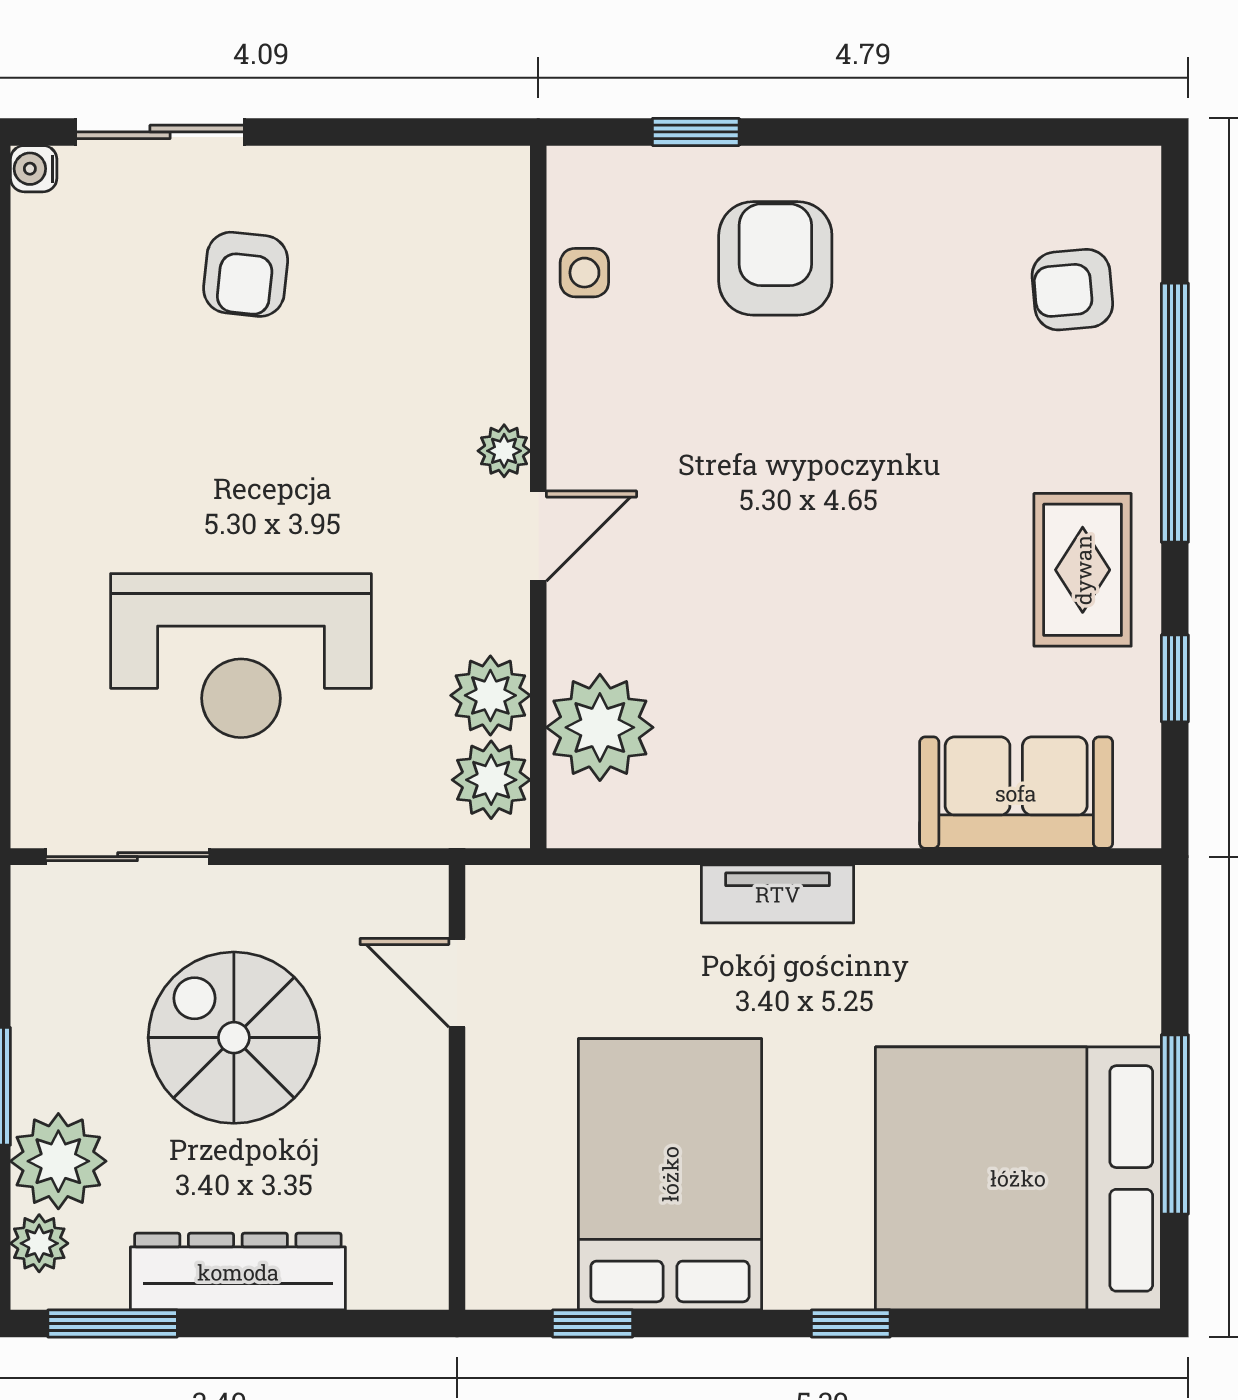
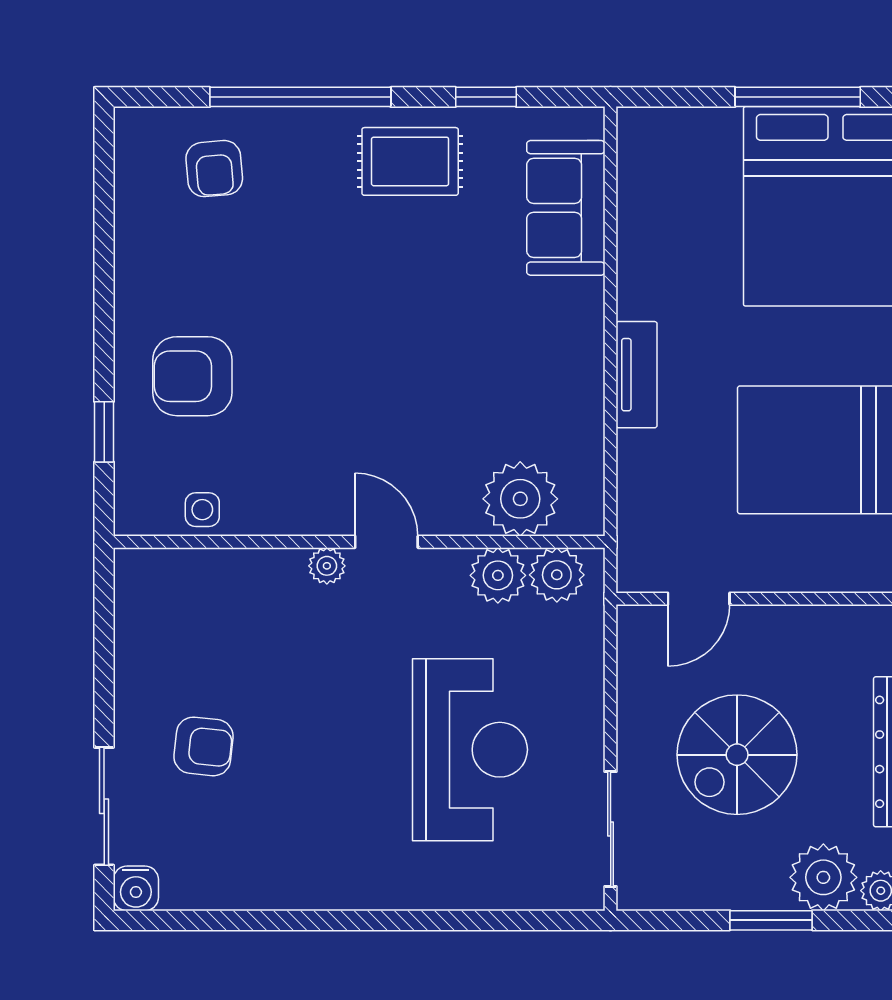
water cooler: (34, 169) -> (136, 888), width x1.38, depth x1.38

